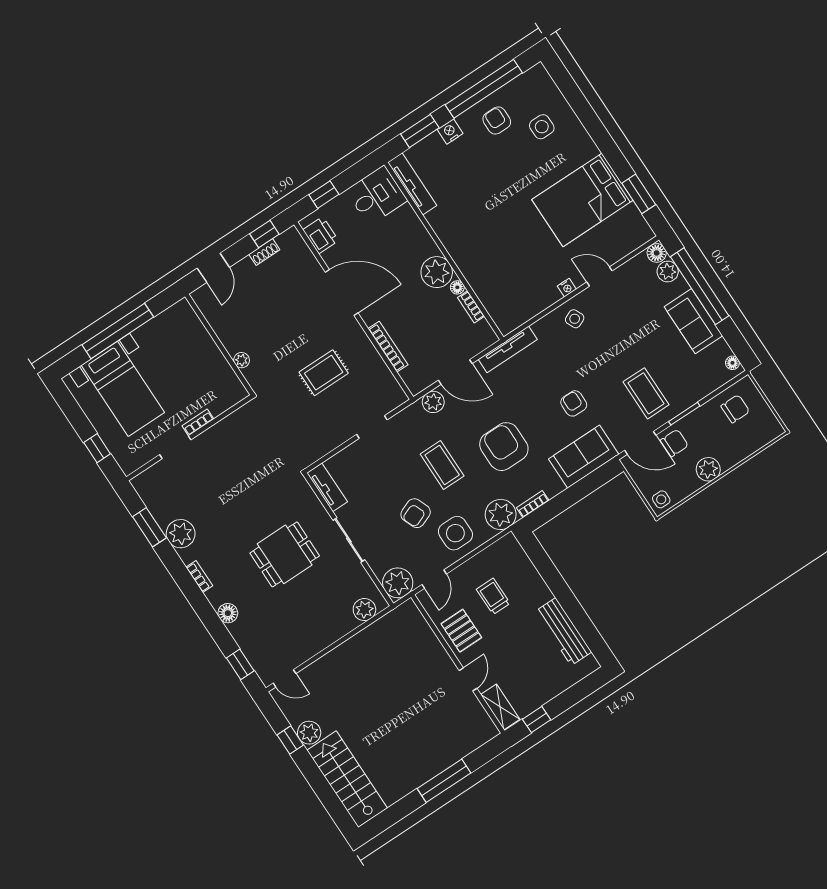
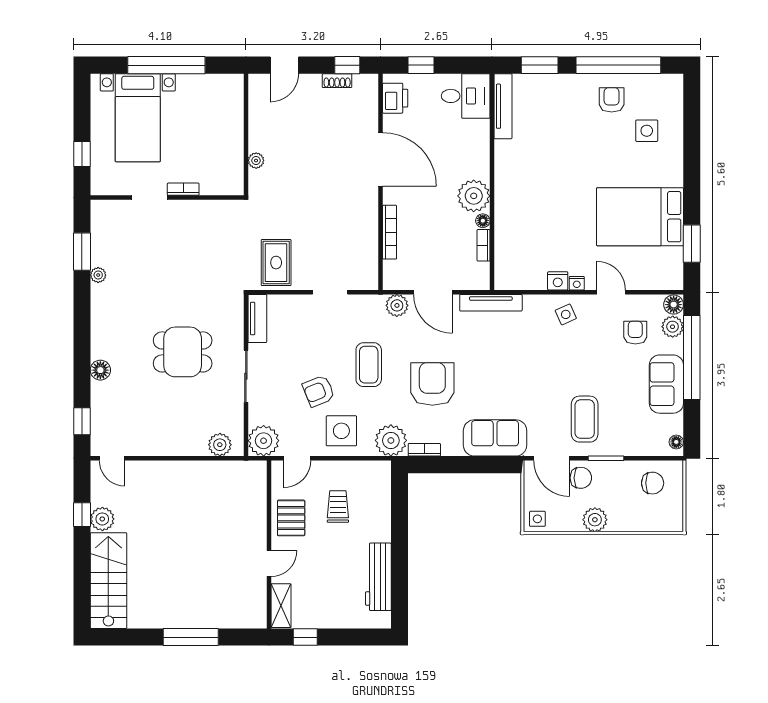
nightstand: (450, 132) -> (558, 281), moved, turned 180
rug: (324, 373) -> (276, 263), moved, turned 90
armchair: (574, 403) -> (635, 333), moved
plant: (181, 534) -> (98, 275), width x0.53, depth x0.53
bookcase: (199, 577) -> (97, 322), removed

